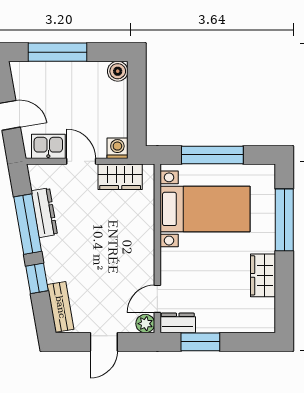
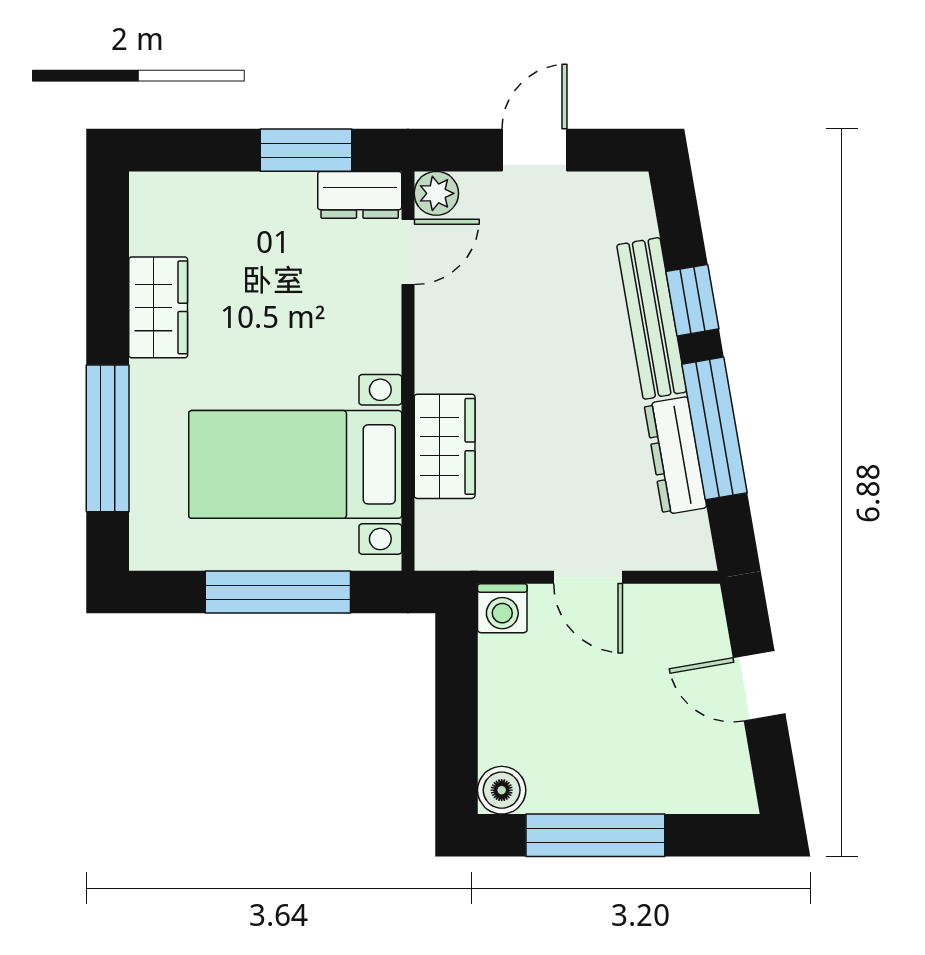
window: (57, 52) -> (595, 835), moved
kitchen sink: (48, 146) -> (666, 612), removed
wardrobe: (120, 177) -> (445, 446), moved, turned 90
bench: (61, 307) -> (652, 318), moved, width x1.36

